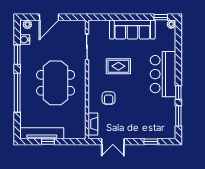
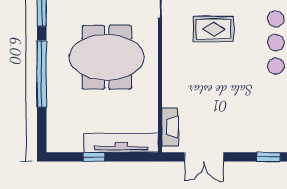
meeting table: (56, 83) -> (107, 57), turned 90
armchair: (109, 98) -> (197, 83), removed
tv unit: (42, 133) -> (121, 143), moved

